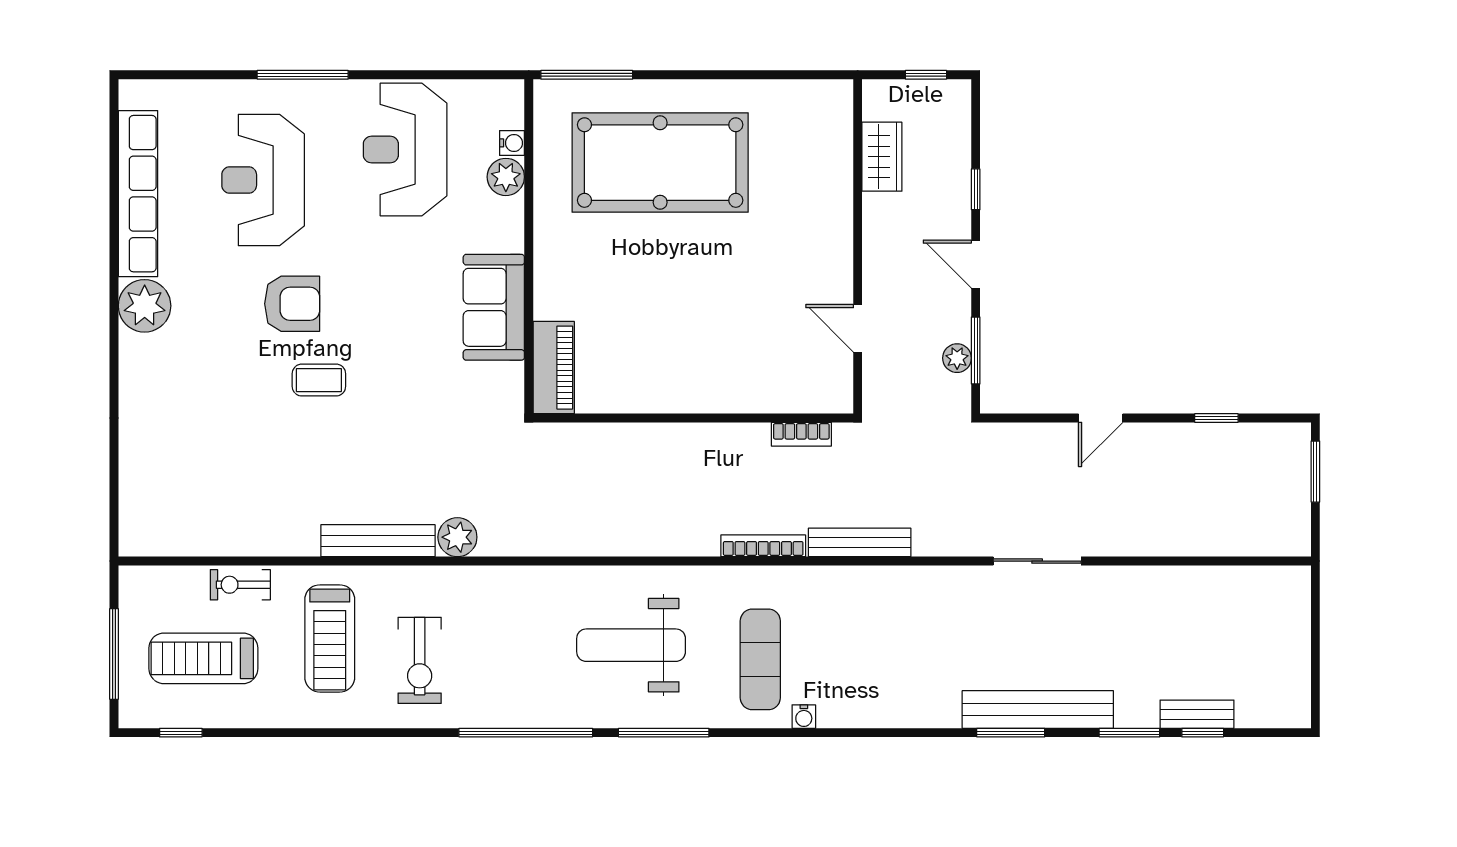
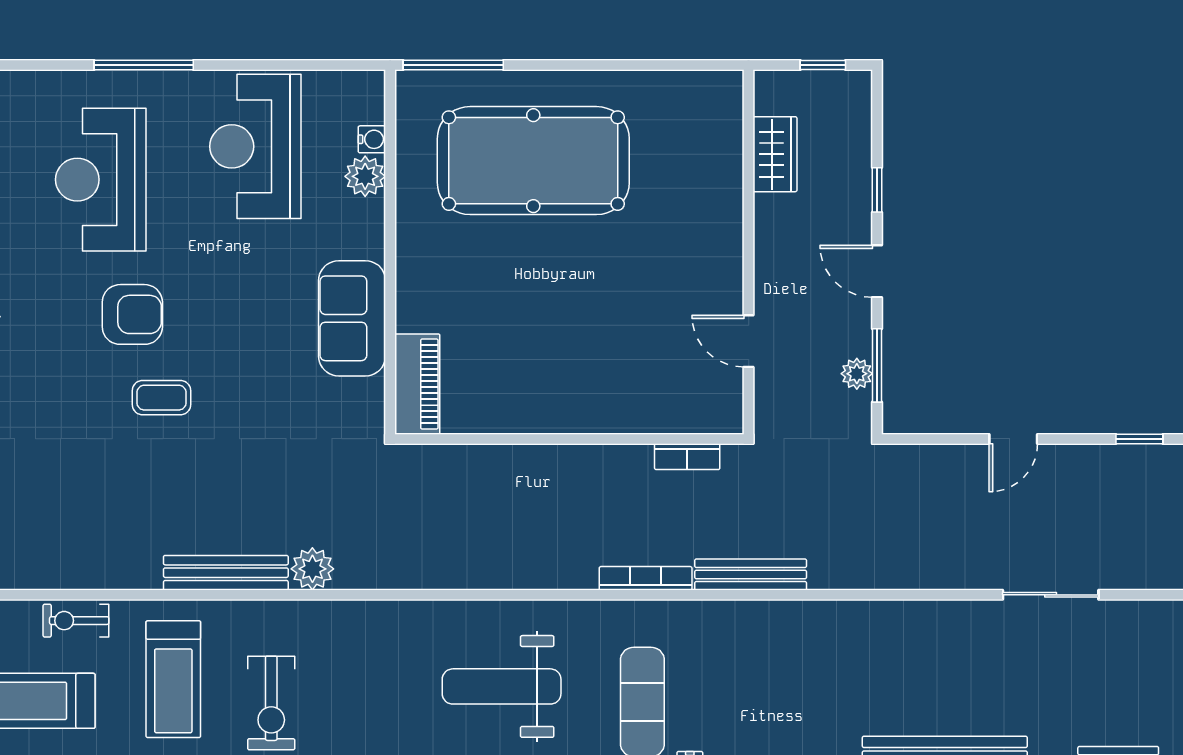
sliding door: (1037, 561) -> (1051, 595), moved

